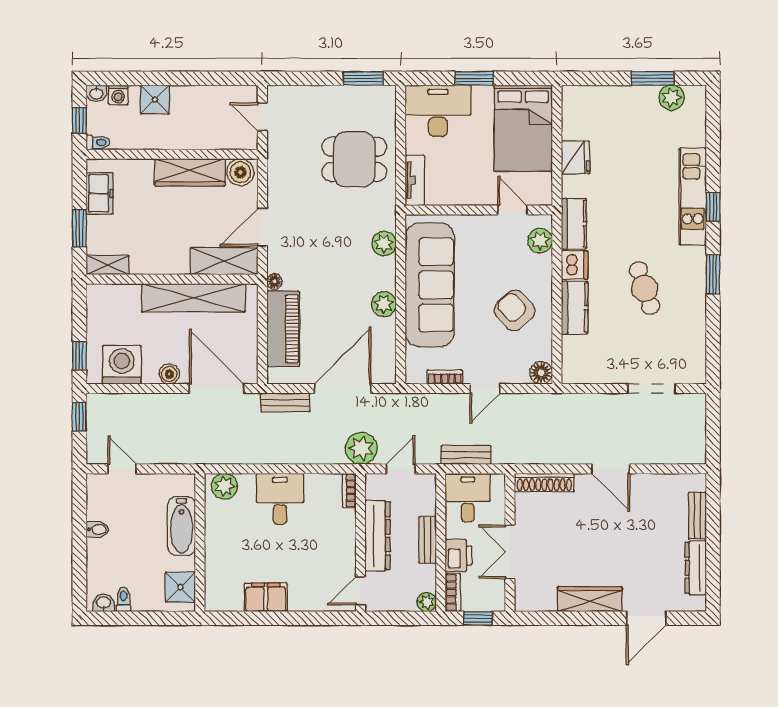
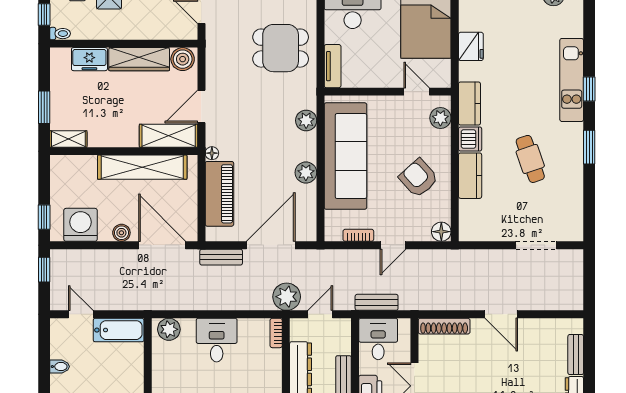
freezer: (100, 193) -> (89, 59), moved, turned 90
bathtub: (182, 526) -> (119, 330), moved, turned -90

